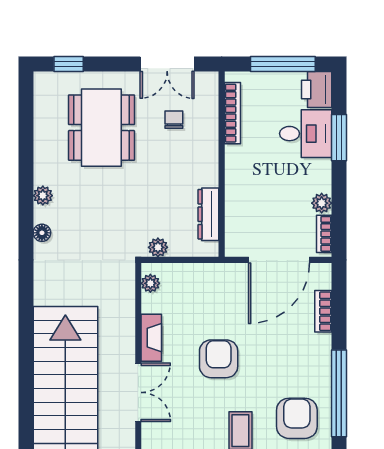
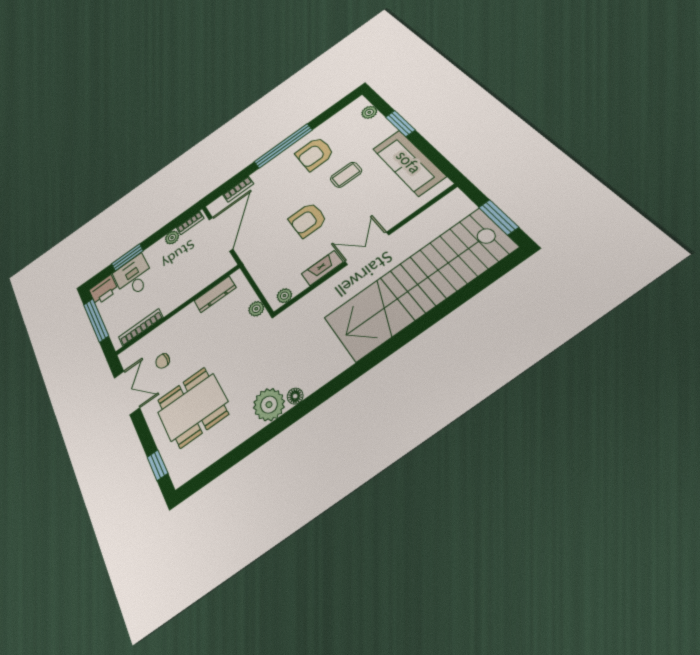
plant: (43, 196) -> (269, 405), width x1.87, depth x1.87
door: (279, 260) -> (221, 234), hinge flipped

